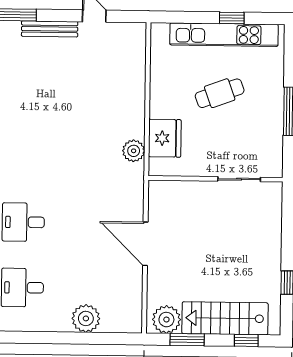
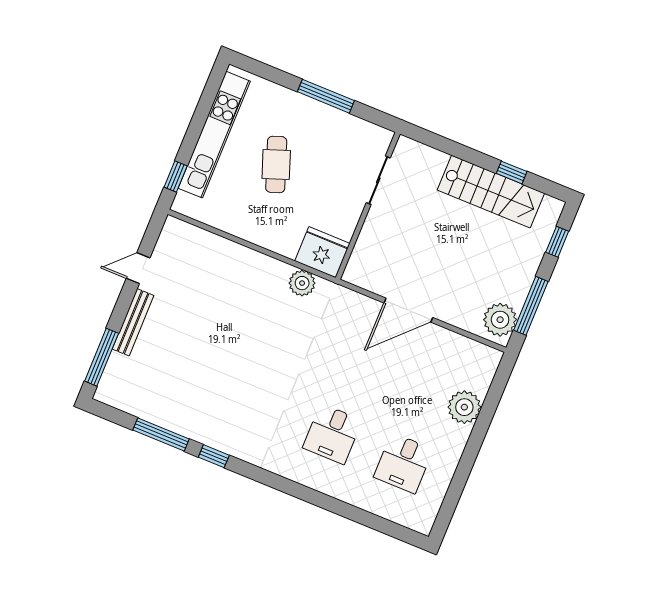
window: (232, 18) -> (176, 177), moved
fridge: (165, 138) -> (322, 252), moved
stairs: (225, 318) -> (491, 192), moved, turned -90
window: (187, 340) -> (531, 306), width x1.44

